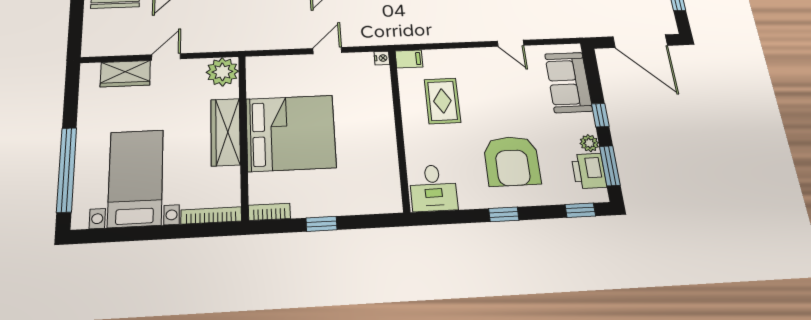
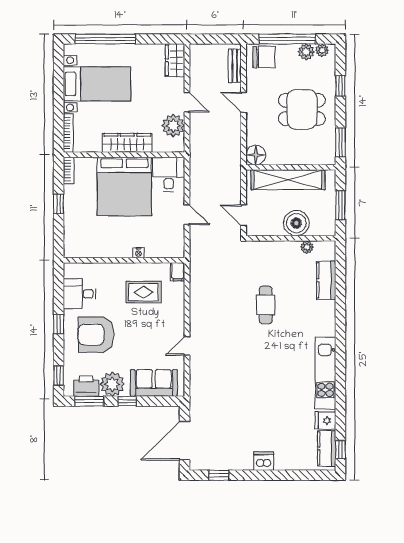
nightstand: (382, 58) -> (138, 253), moved
plant: (222, 72) -> (173, 126), moved
wardrobe: (125, 74) -> (175, 60), moved
desk: (271, 76) -> (169, 174), added
plant: (589, 143) -> (112, 384), width x1.87, depth x1.87
desk: (433, 188) -> (80, 294), moved

